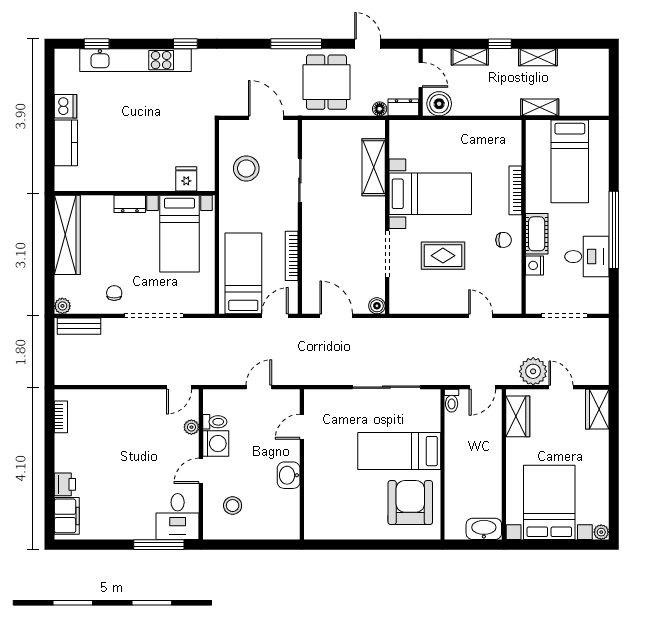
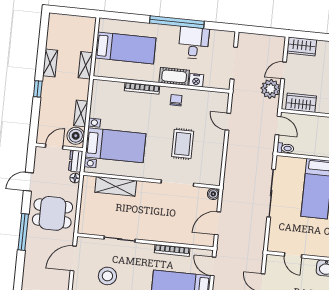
shelving: (470, 57) -> (81, 113), moved
bed with nightstands: (430, 194) -> (115, 145), moved, turned 90
door: (481, 316) -> (228, 122), hinge flipped

